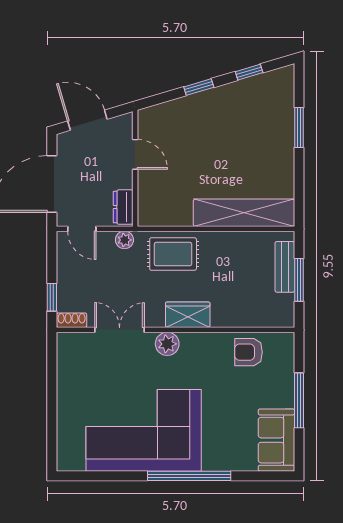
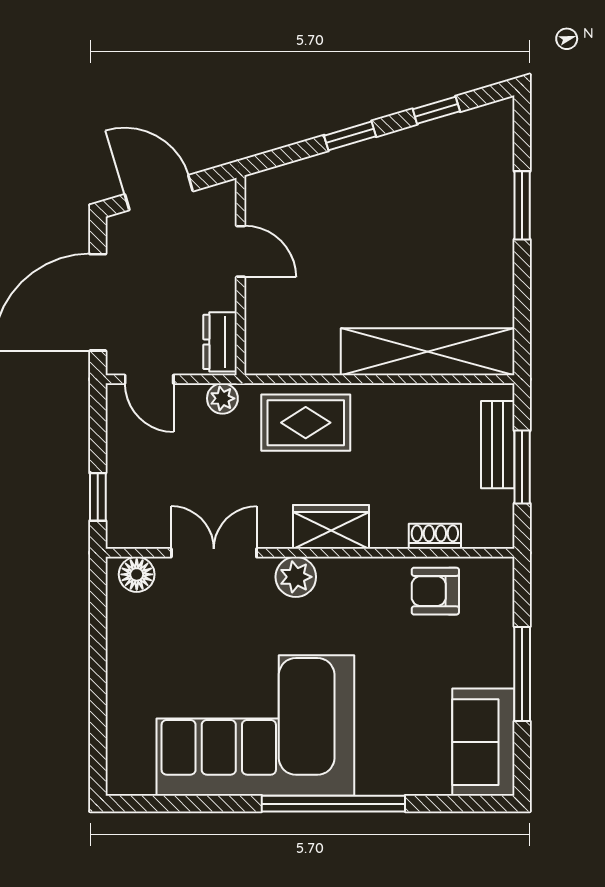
shoe rack: (72, 320) -> (435, 536), moved
floor lamp: (75, 342) -> (137, 574), added

